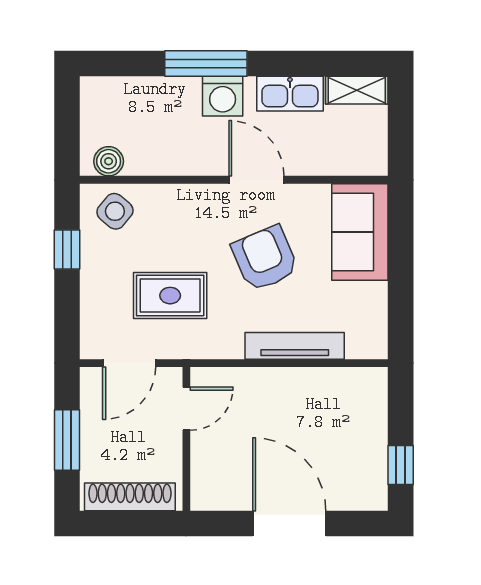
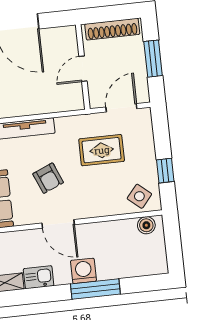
kitchen sink: (290, 94) -> (39, 277), width x0.73
armchair: (265, 258) -> (48, 178), width x0.72, depth x0.72
door: (186, 409) -> (83, 69), moved

